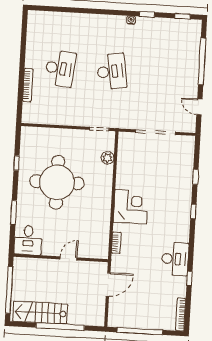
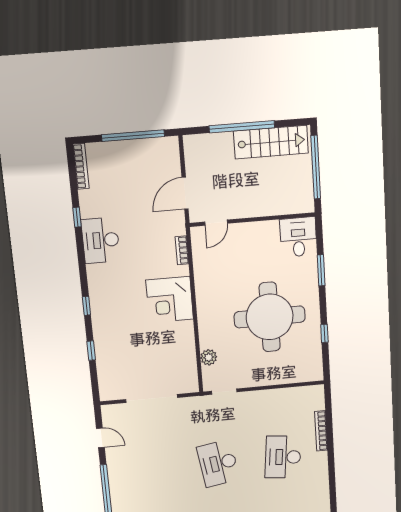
door: (68, 258) -> (216, 223), moved

